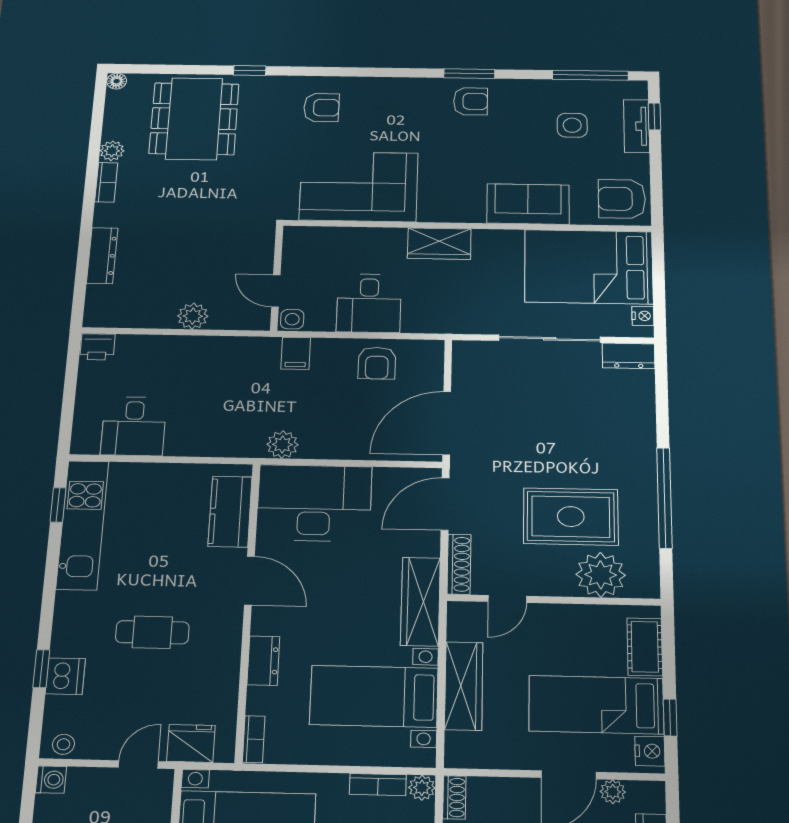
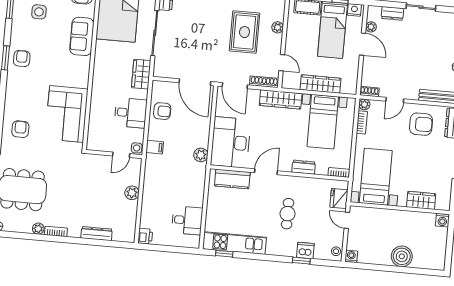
wardrobe: (439, 244) -> (141, 74), moved, turned 180
plant: (601, 575) -> (278, 27), width x0.53, depth x0.53

